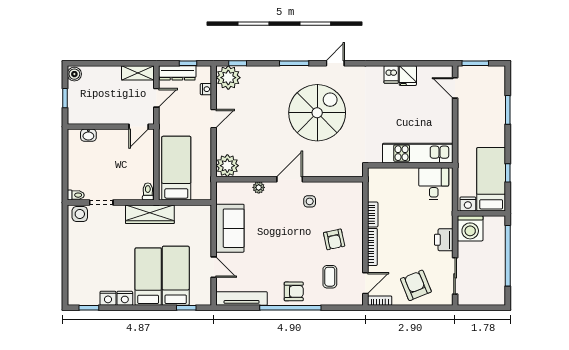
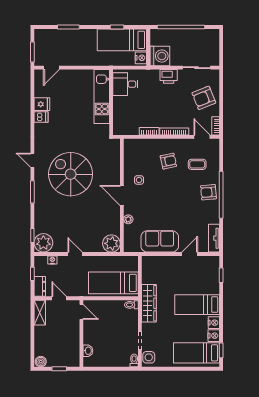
dresser: (177, 73) -> (40, 286), width x0.70
bed: (176, 276) -> (196, 353), moved
armchair: (294, 291) -> (209, 192), turned -95
tv unit: (242, 298) -> (214, 238), width x0.71

